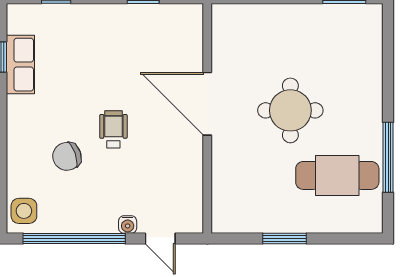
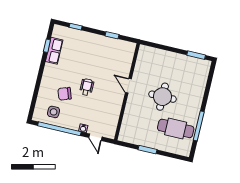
door: (207, 104) -> (128, 86), width x0.53
side table: (24, 211) -> (54, 112), moved

